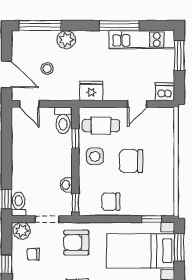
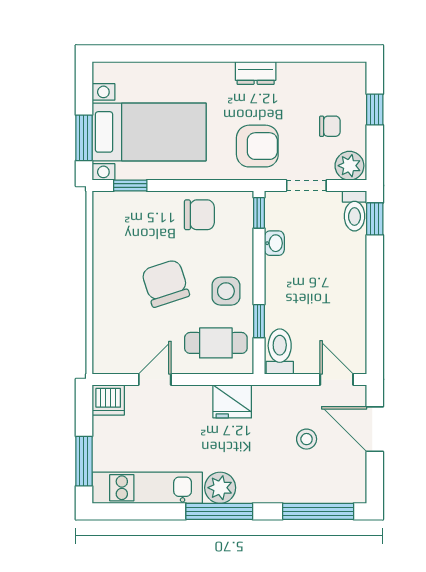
window: (119, 26) -> (219, 511), moved
plant: (66, 40) -> (220, 488), moved
chair: (131, 161) -> (165, 283), turned -108

